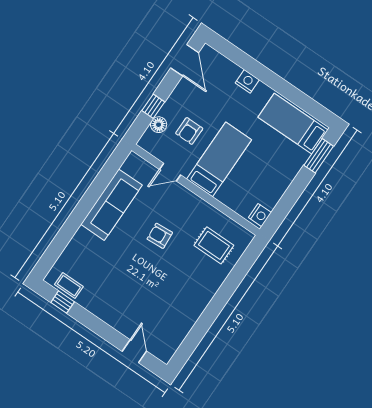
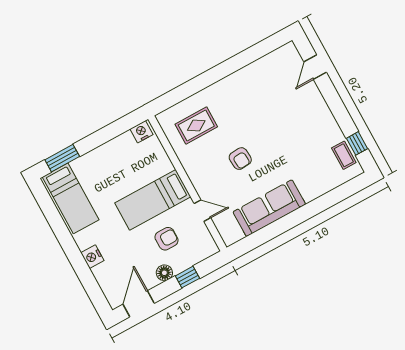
floor lamp: (159, 125) -> (164, 273), moved
rug: (214, 245) -> (196, 125), turned 90

